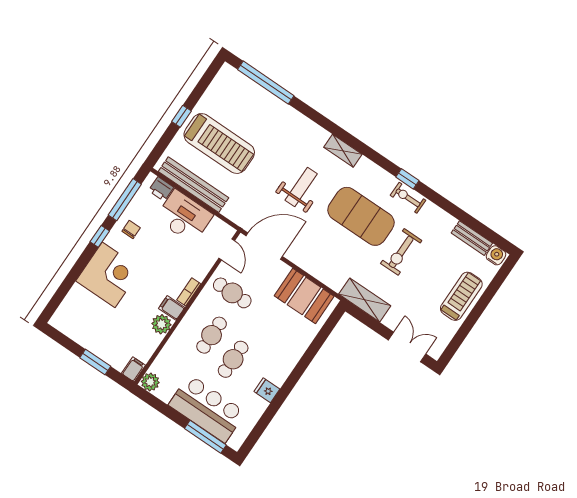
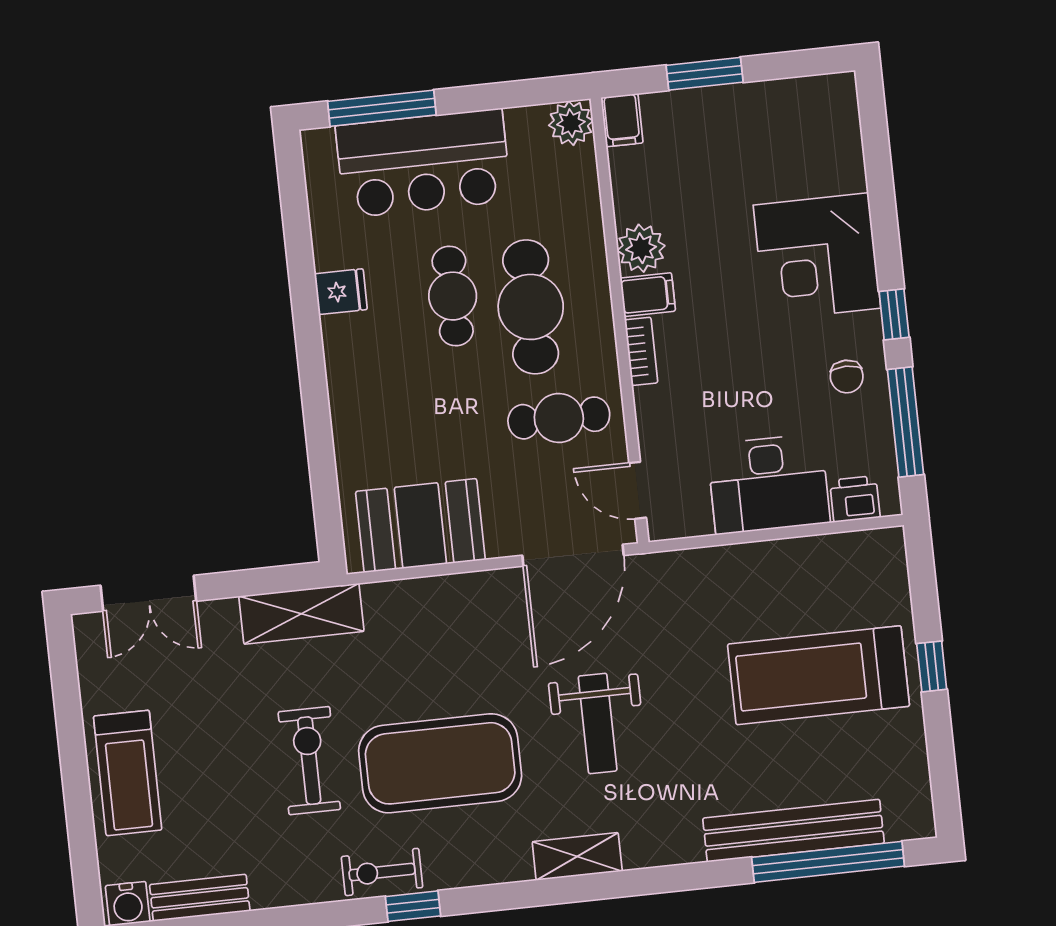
bench: (193, 185) -> (793, 831), moved
exercise bike: (408, 198) -> (382, 872), turned 180
cafe table: (212, 335) -> (531, 307), width x1.37, depth x1.35

